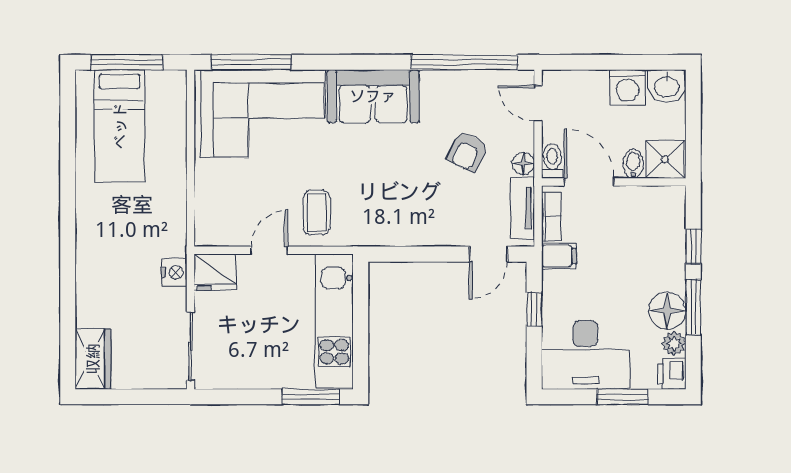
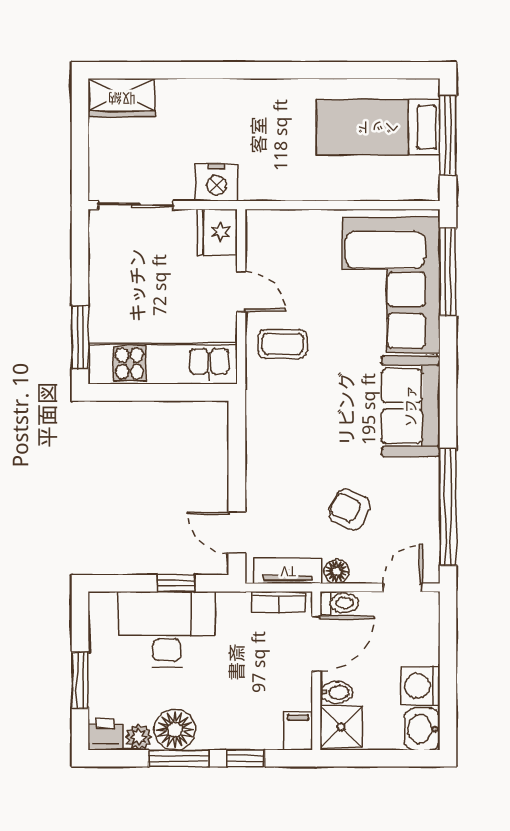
filing cabinet: (559, 256) -> (298, 731), moved, turned 180
nightstand: (174, 272) -> (217, 182), width x1.36, depth x1.33
desk: (585, 355) -> (167, 629), moved, turned 90

